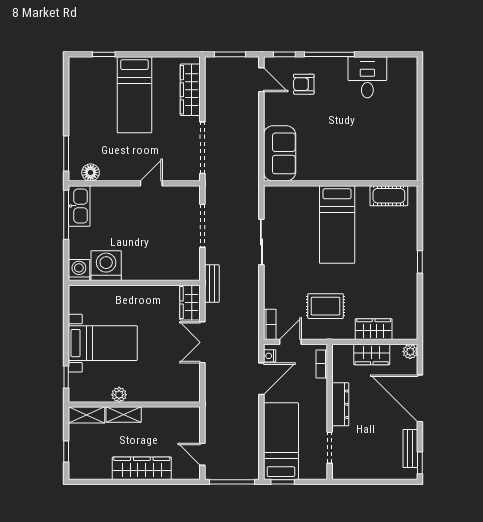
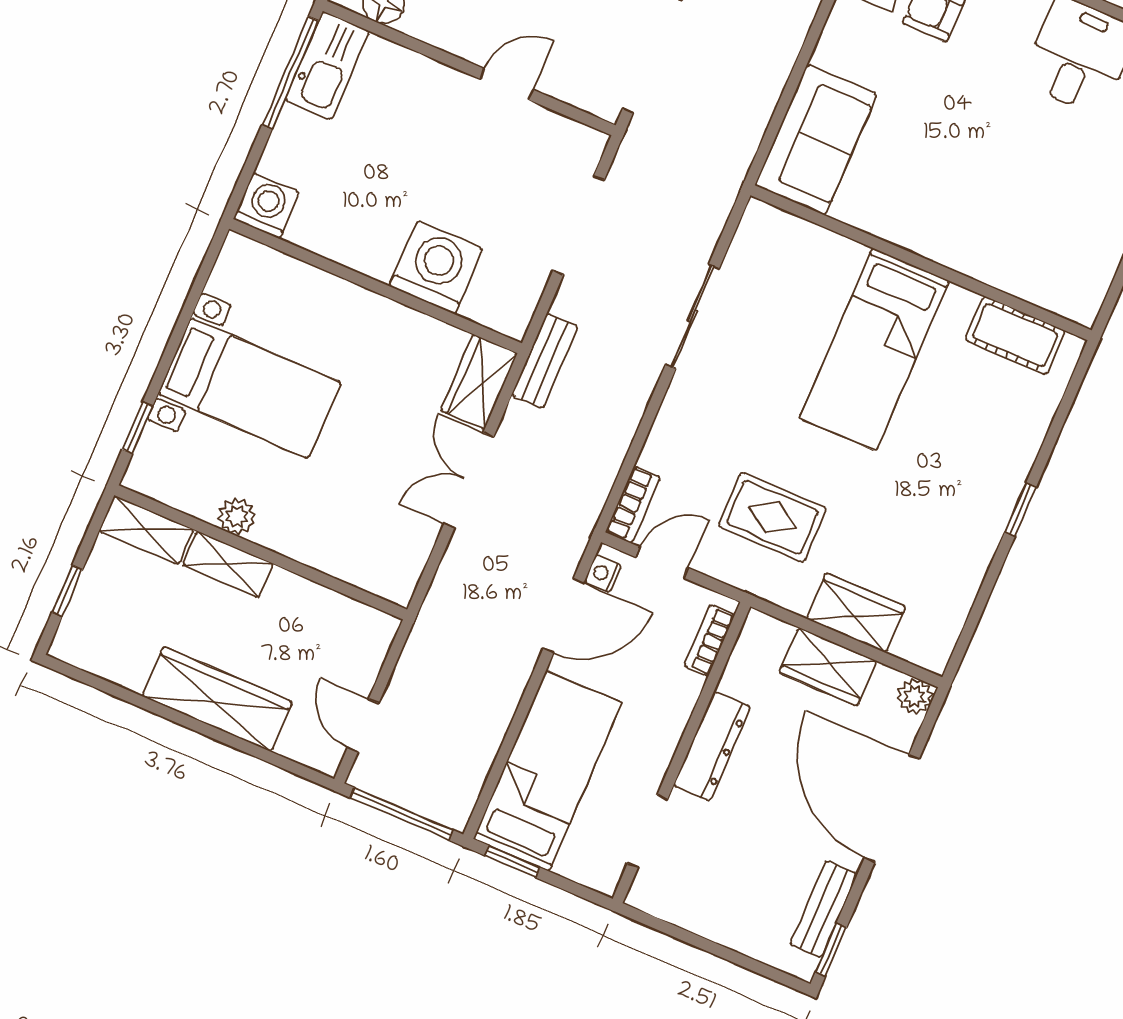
washing machine: (106, 266) -> (436, 267), moved

